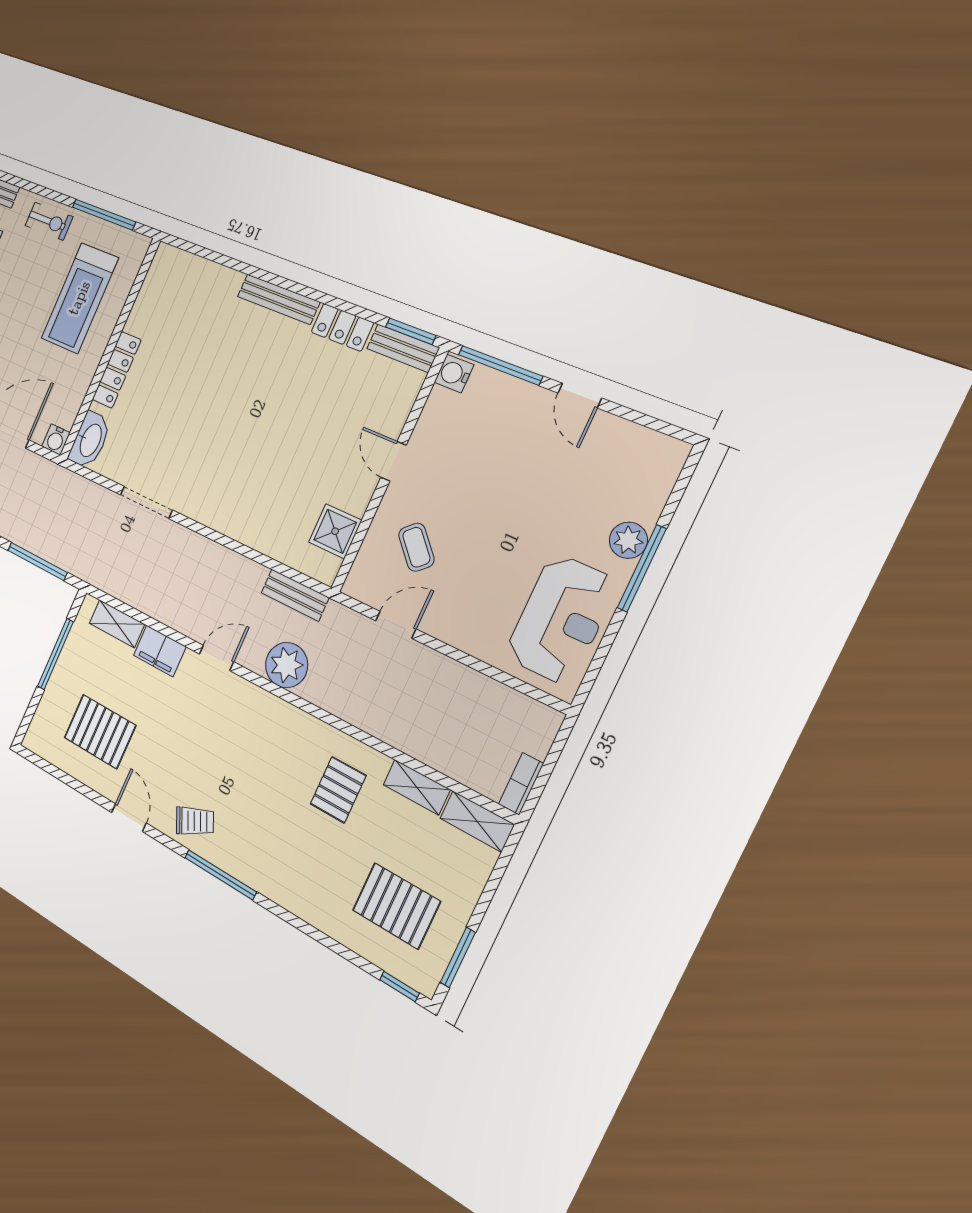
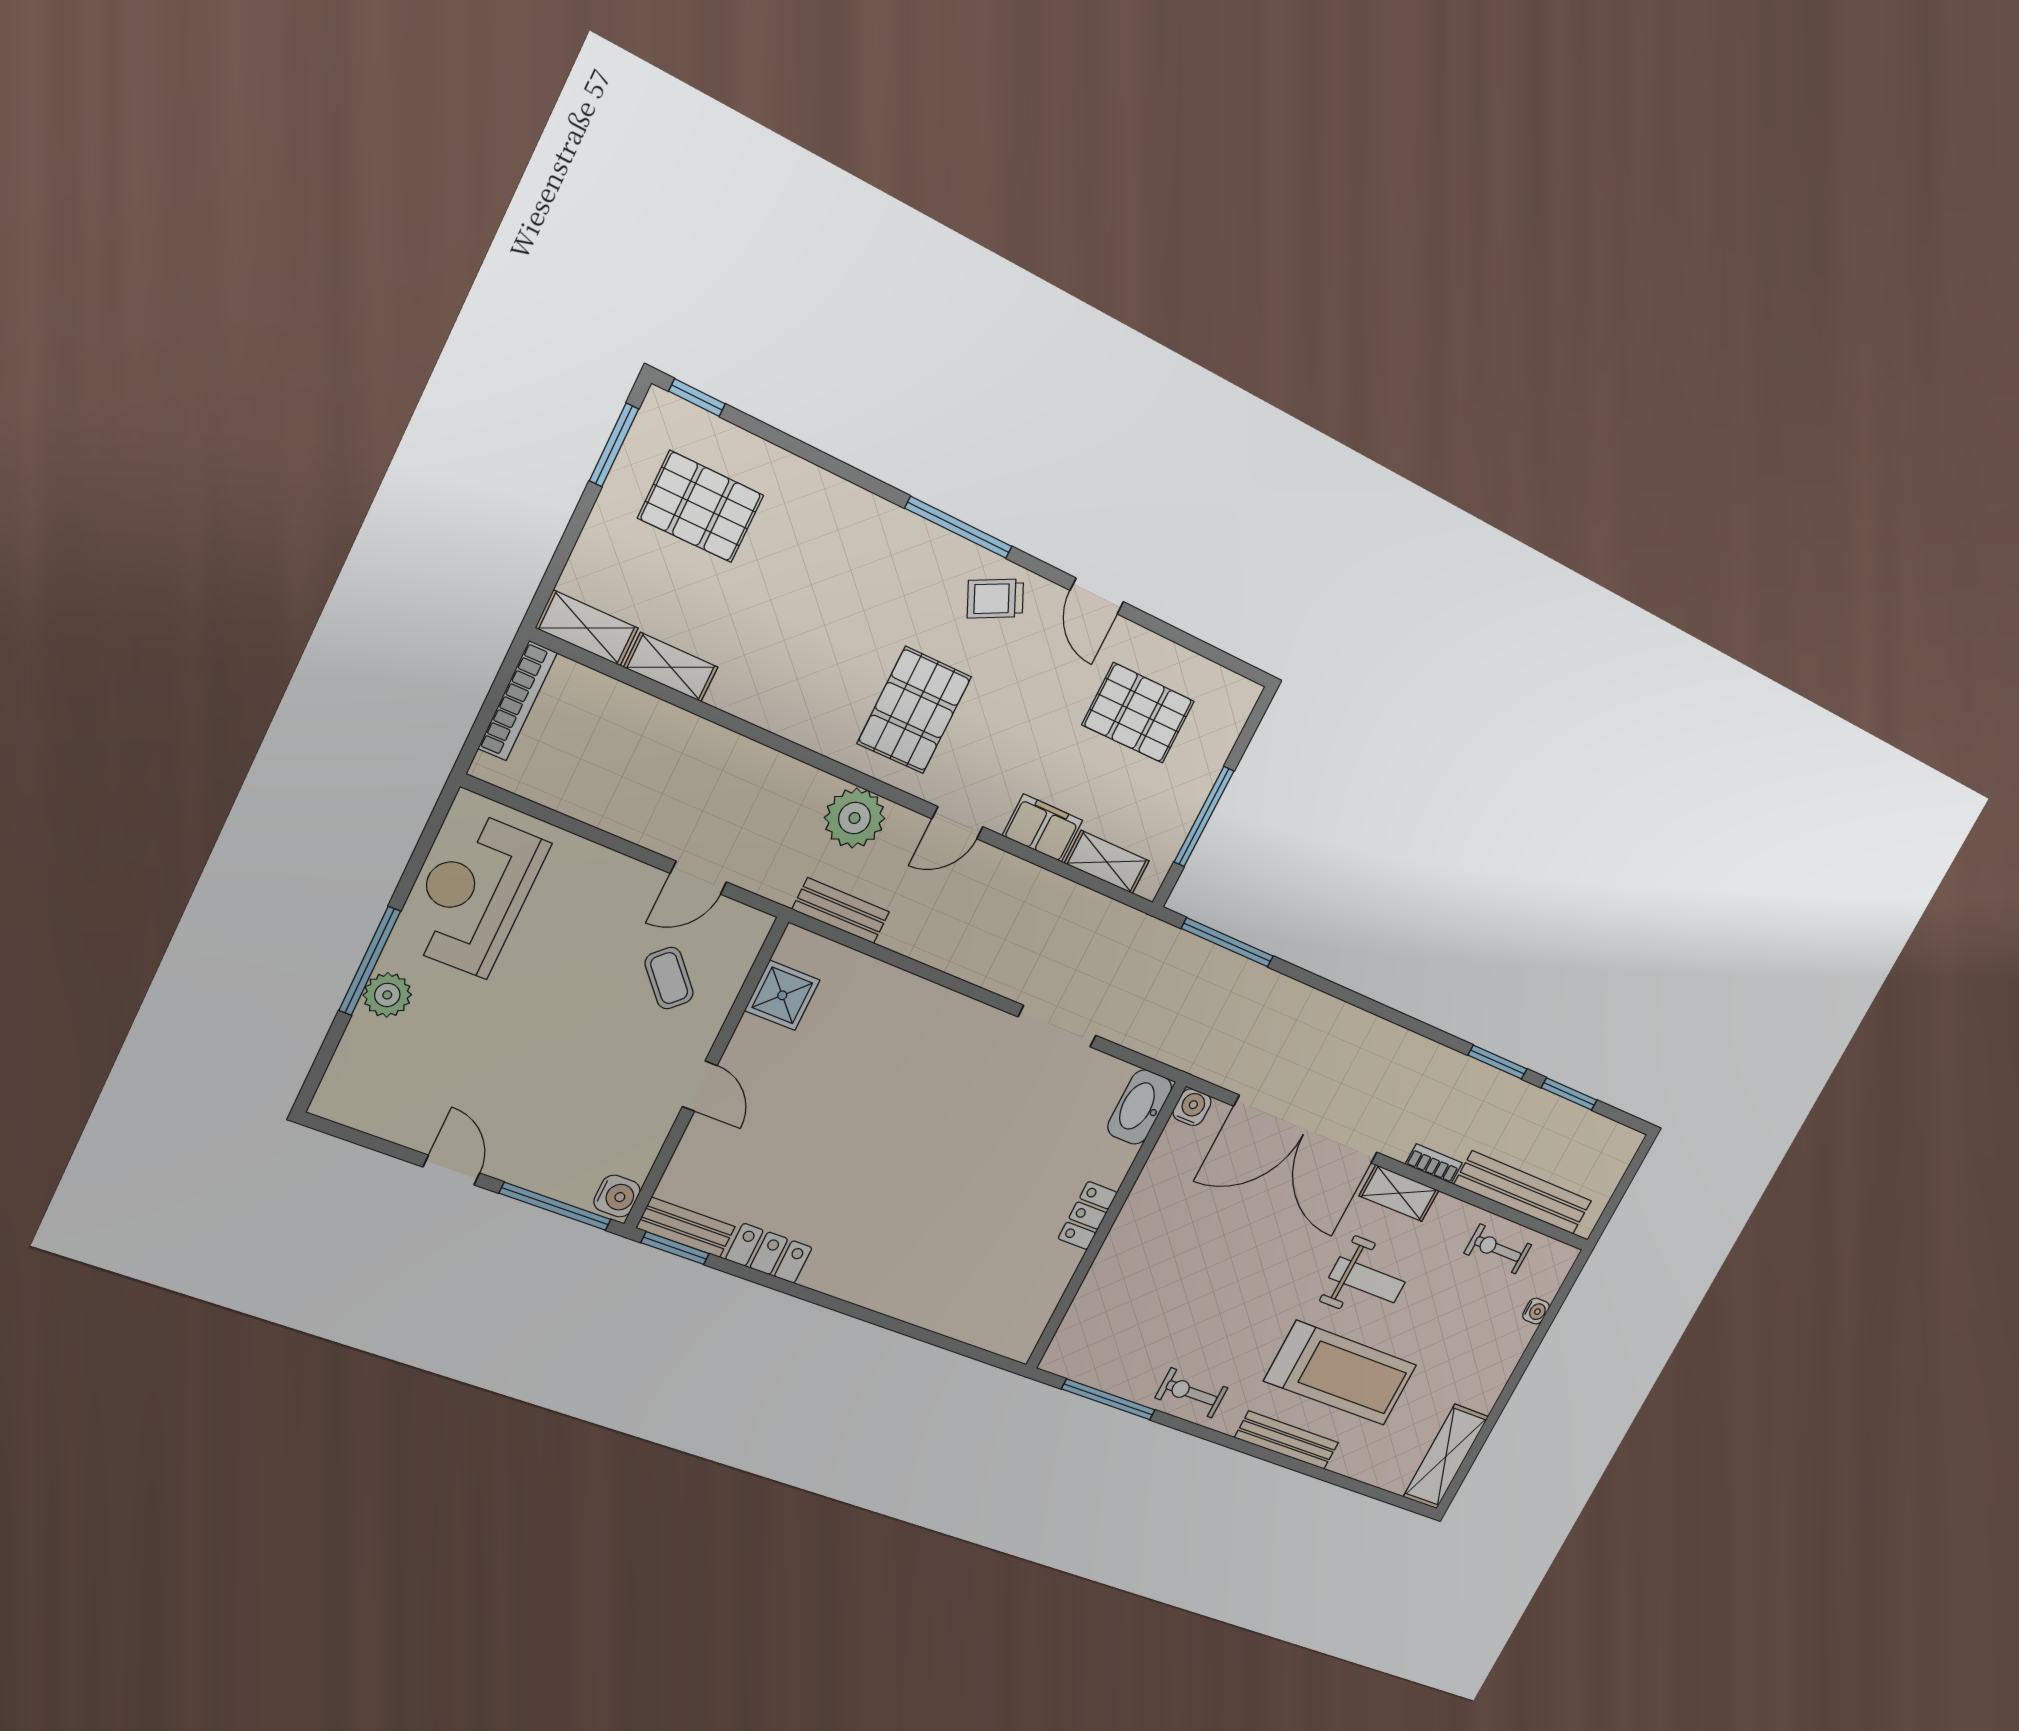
treadmill: (80, 298) -> (1149, 1293), removed
bench: (278, 299) -> (858, 1289), removed
locker: (117, 370) -> (1088, 1216), width x0.66
bookcase: (521, 784) -> (518, 701), width x1.56
pallet: (338, 790) -> (914, 710), moved, width x1.50, depth x1.42

